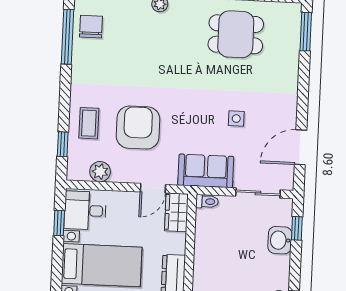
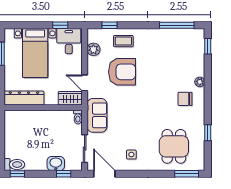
chair: (91, 27) -> (185, 99), moved, turned 180
dining table: (236, 34) -> (174, 146), moved
side table: (236, 119) -> (131, 155), moved
door: (301, 147) -> (104, 174), moved

